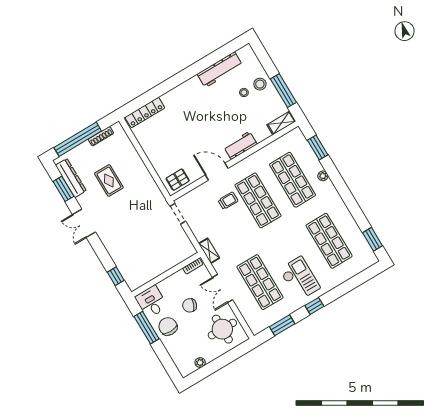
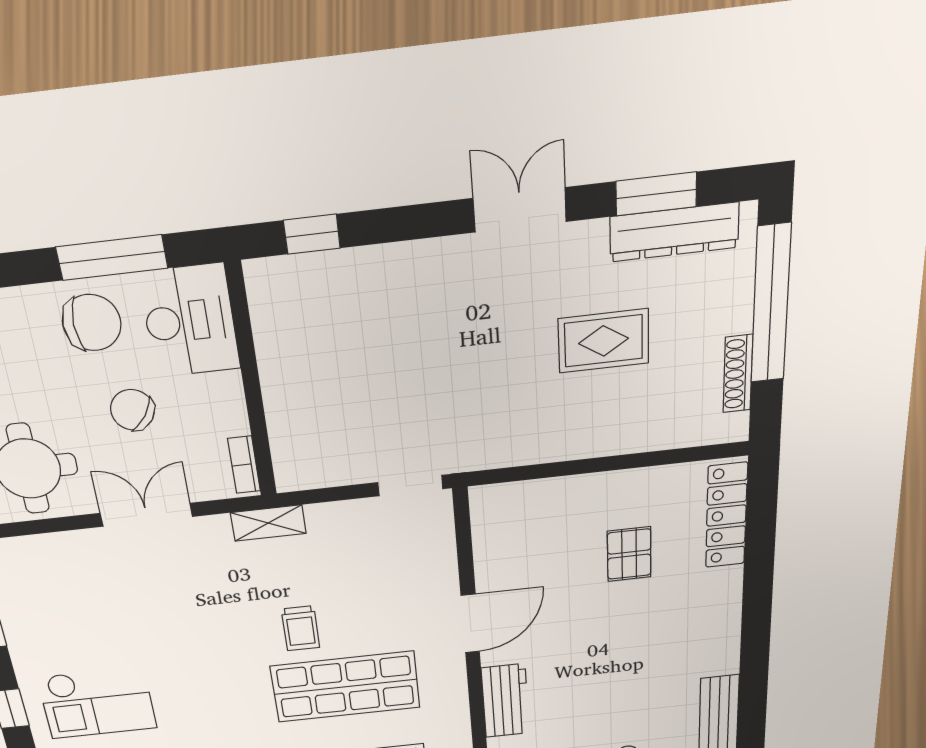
pallet: (178, 180) -> (629, 554), moved
trolley: (228, 201) -> (301, 628), moved
shop shelf: (260, 282) -> (126, 611), removed
desk: (151, 302) -> (190, 321), width x1.37
chair: (190, 305) -> (132, 410), turned -77

